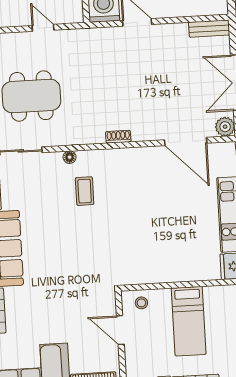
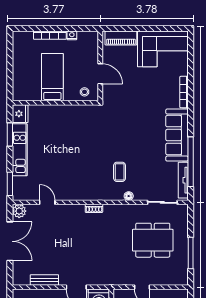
bench: (209, 29) -> (44, 280), moved
door: (186, 141) -> (47, 202), width x0.53

